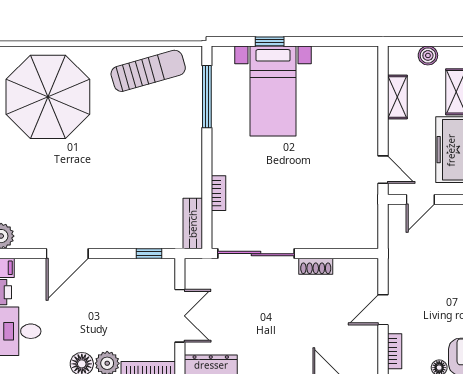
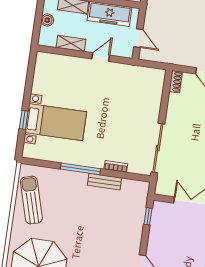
window: (207, 97) -> (80, 169), moved
door: (383, 170) -> (101, 57), moved
bench: (193, 224) -> (104, 182), moved
shoe rack: (316, 266) -> (176, 82), moved

